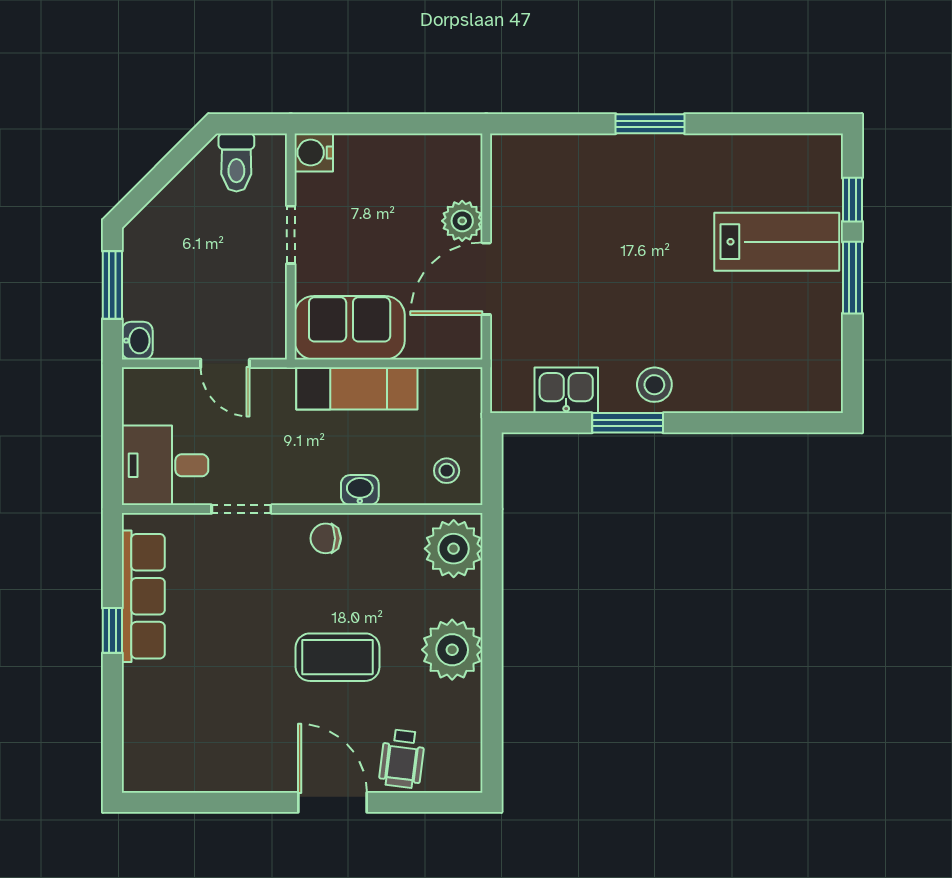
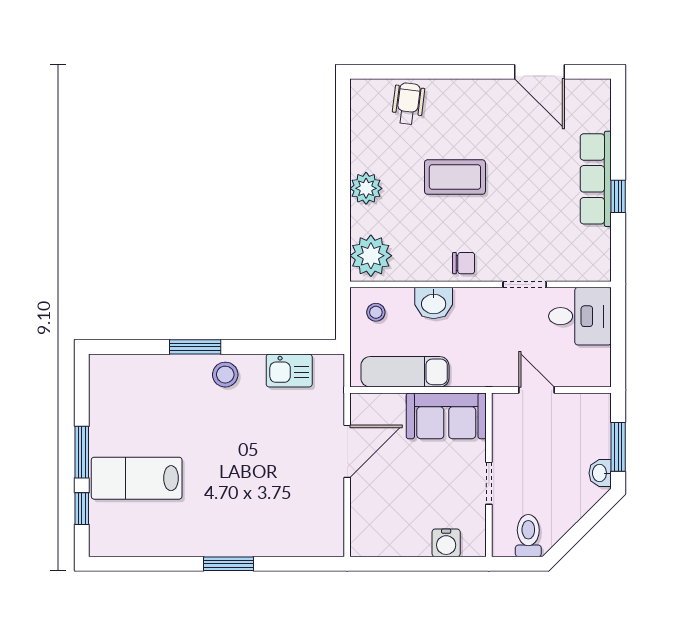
water cooler: (314, 153) -> (446, 543), moved, turned 90
plant: (462, 221) -> (365, 493), removed
washbasin: (137, 341) -> (600, 473), moved
exam couch: (357, 388) -> (405, 372), moved
window: (628, 423) -> (195, 347), moved
washbasin: (360, 490) -> (434, 303), width x1.38, depth x1.45
row of seats: (143, 596) -> (596, 179), moved
plant: (452, 650) -> (366, 188), width x0.73, depth x0.73
door: (333, 802) -> (540, 72), moved

